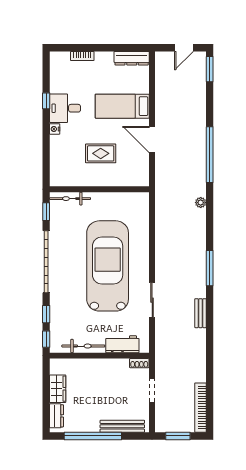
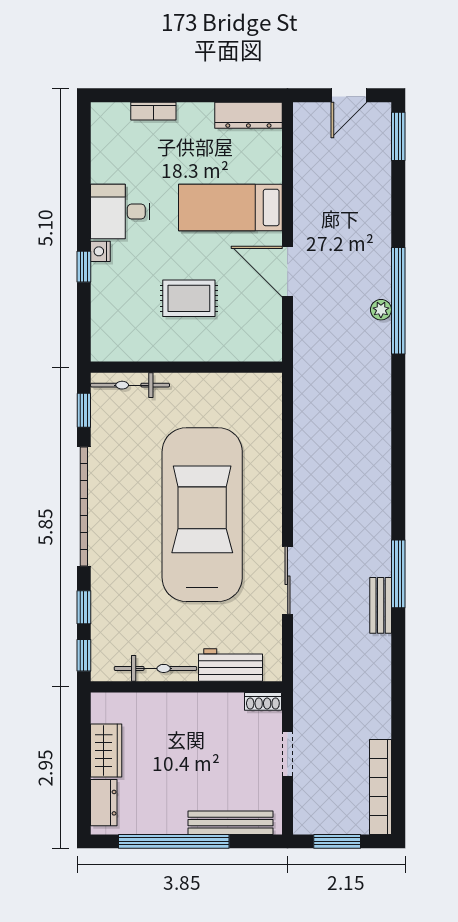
window: (46, 101) -> (84, 267), moved
plant: (201, 203) -> (381, 310), moved
window: (210, 268) -> (398, 574), moved

